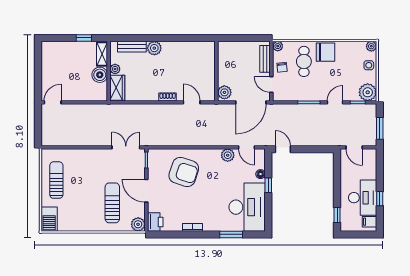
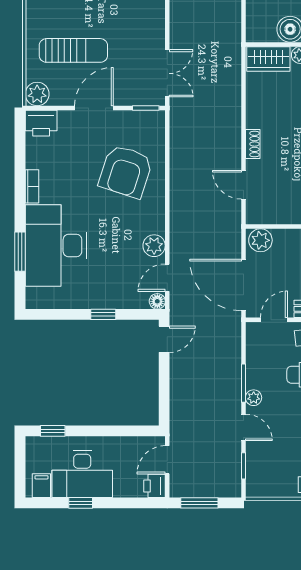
plant: (368, 92) -> (254, 398), moved, width x0.53, depth x0.53
door: (192, 102) -> (243, 185), swing flipped
printer: (370, 155) -> (154, 486), added
floor lamp: (260, 174) -> (157, 301), moved
desk: (247, 207) -> (56, 246), moved, turned 90

